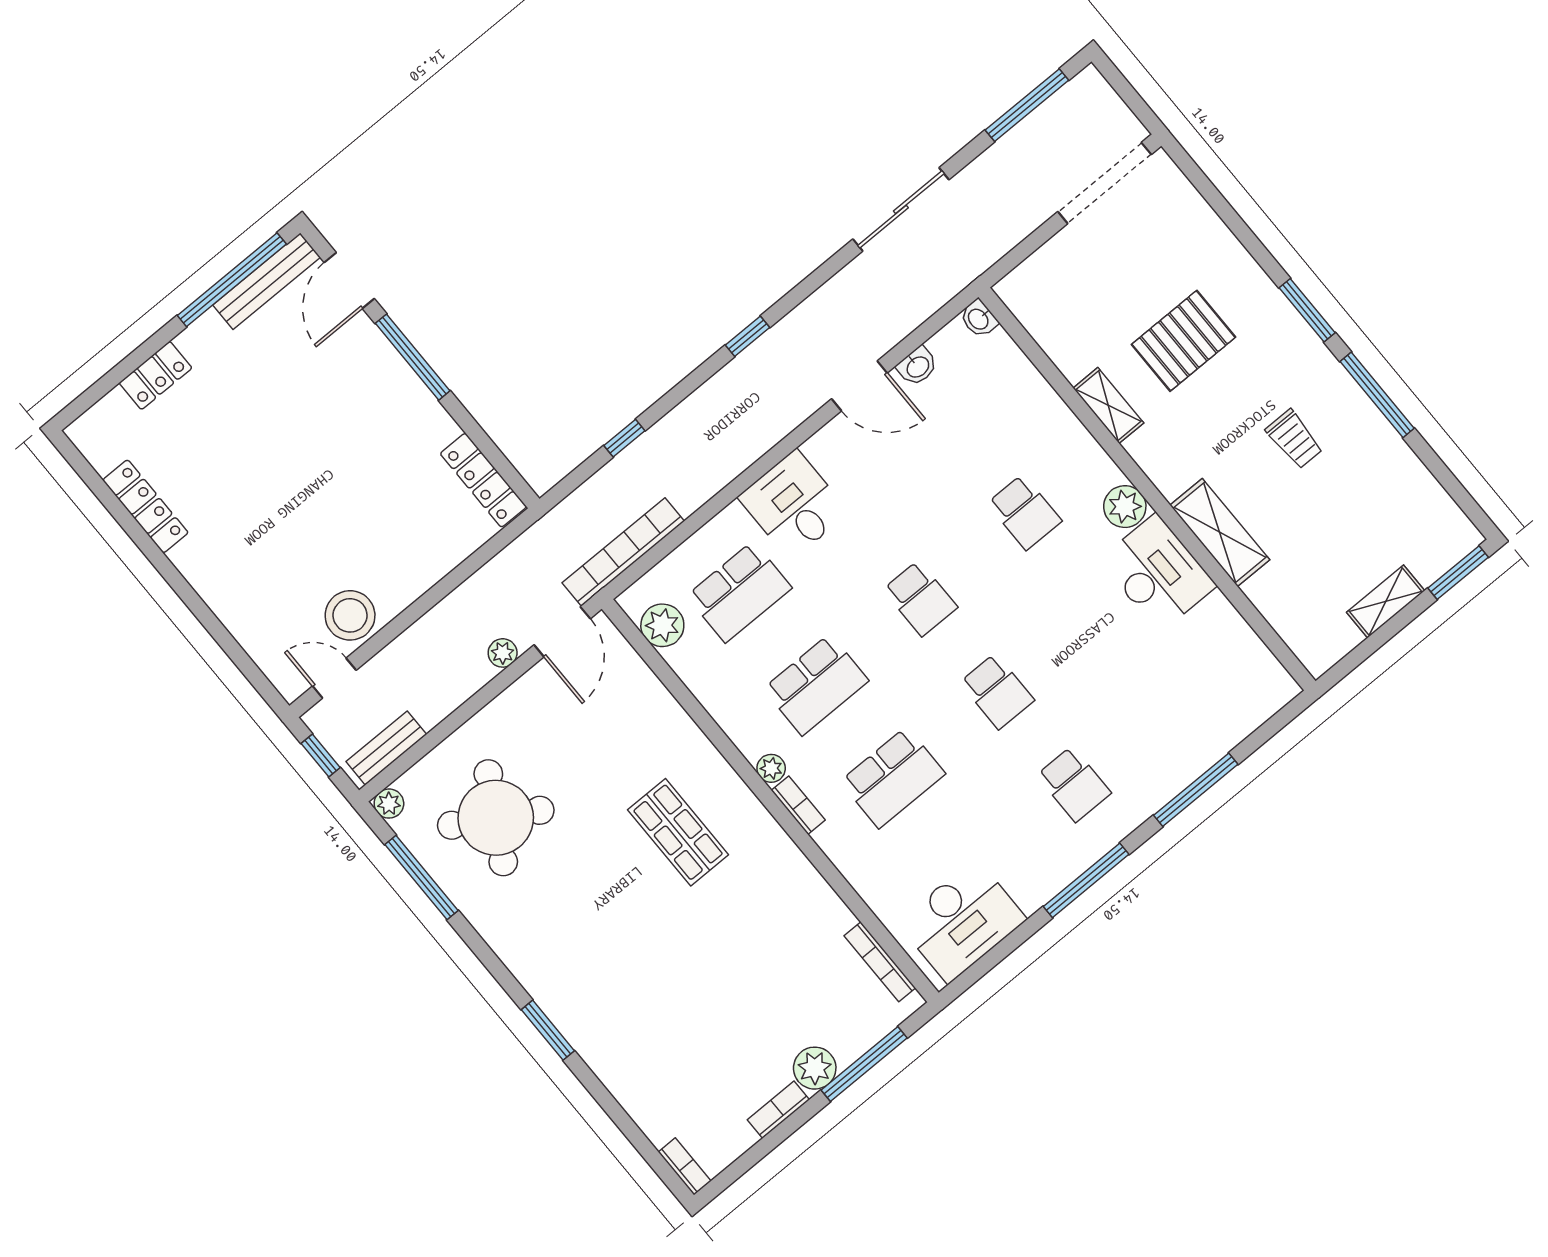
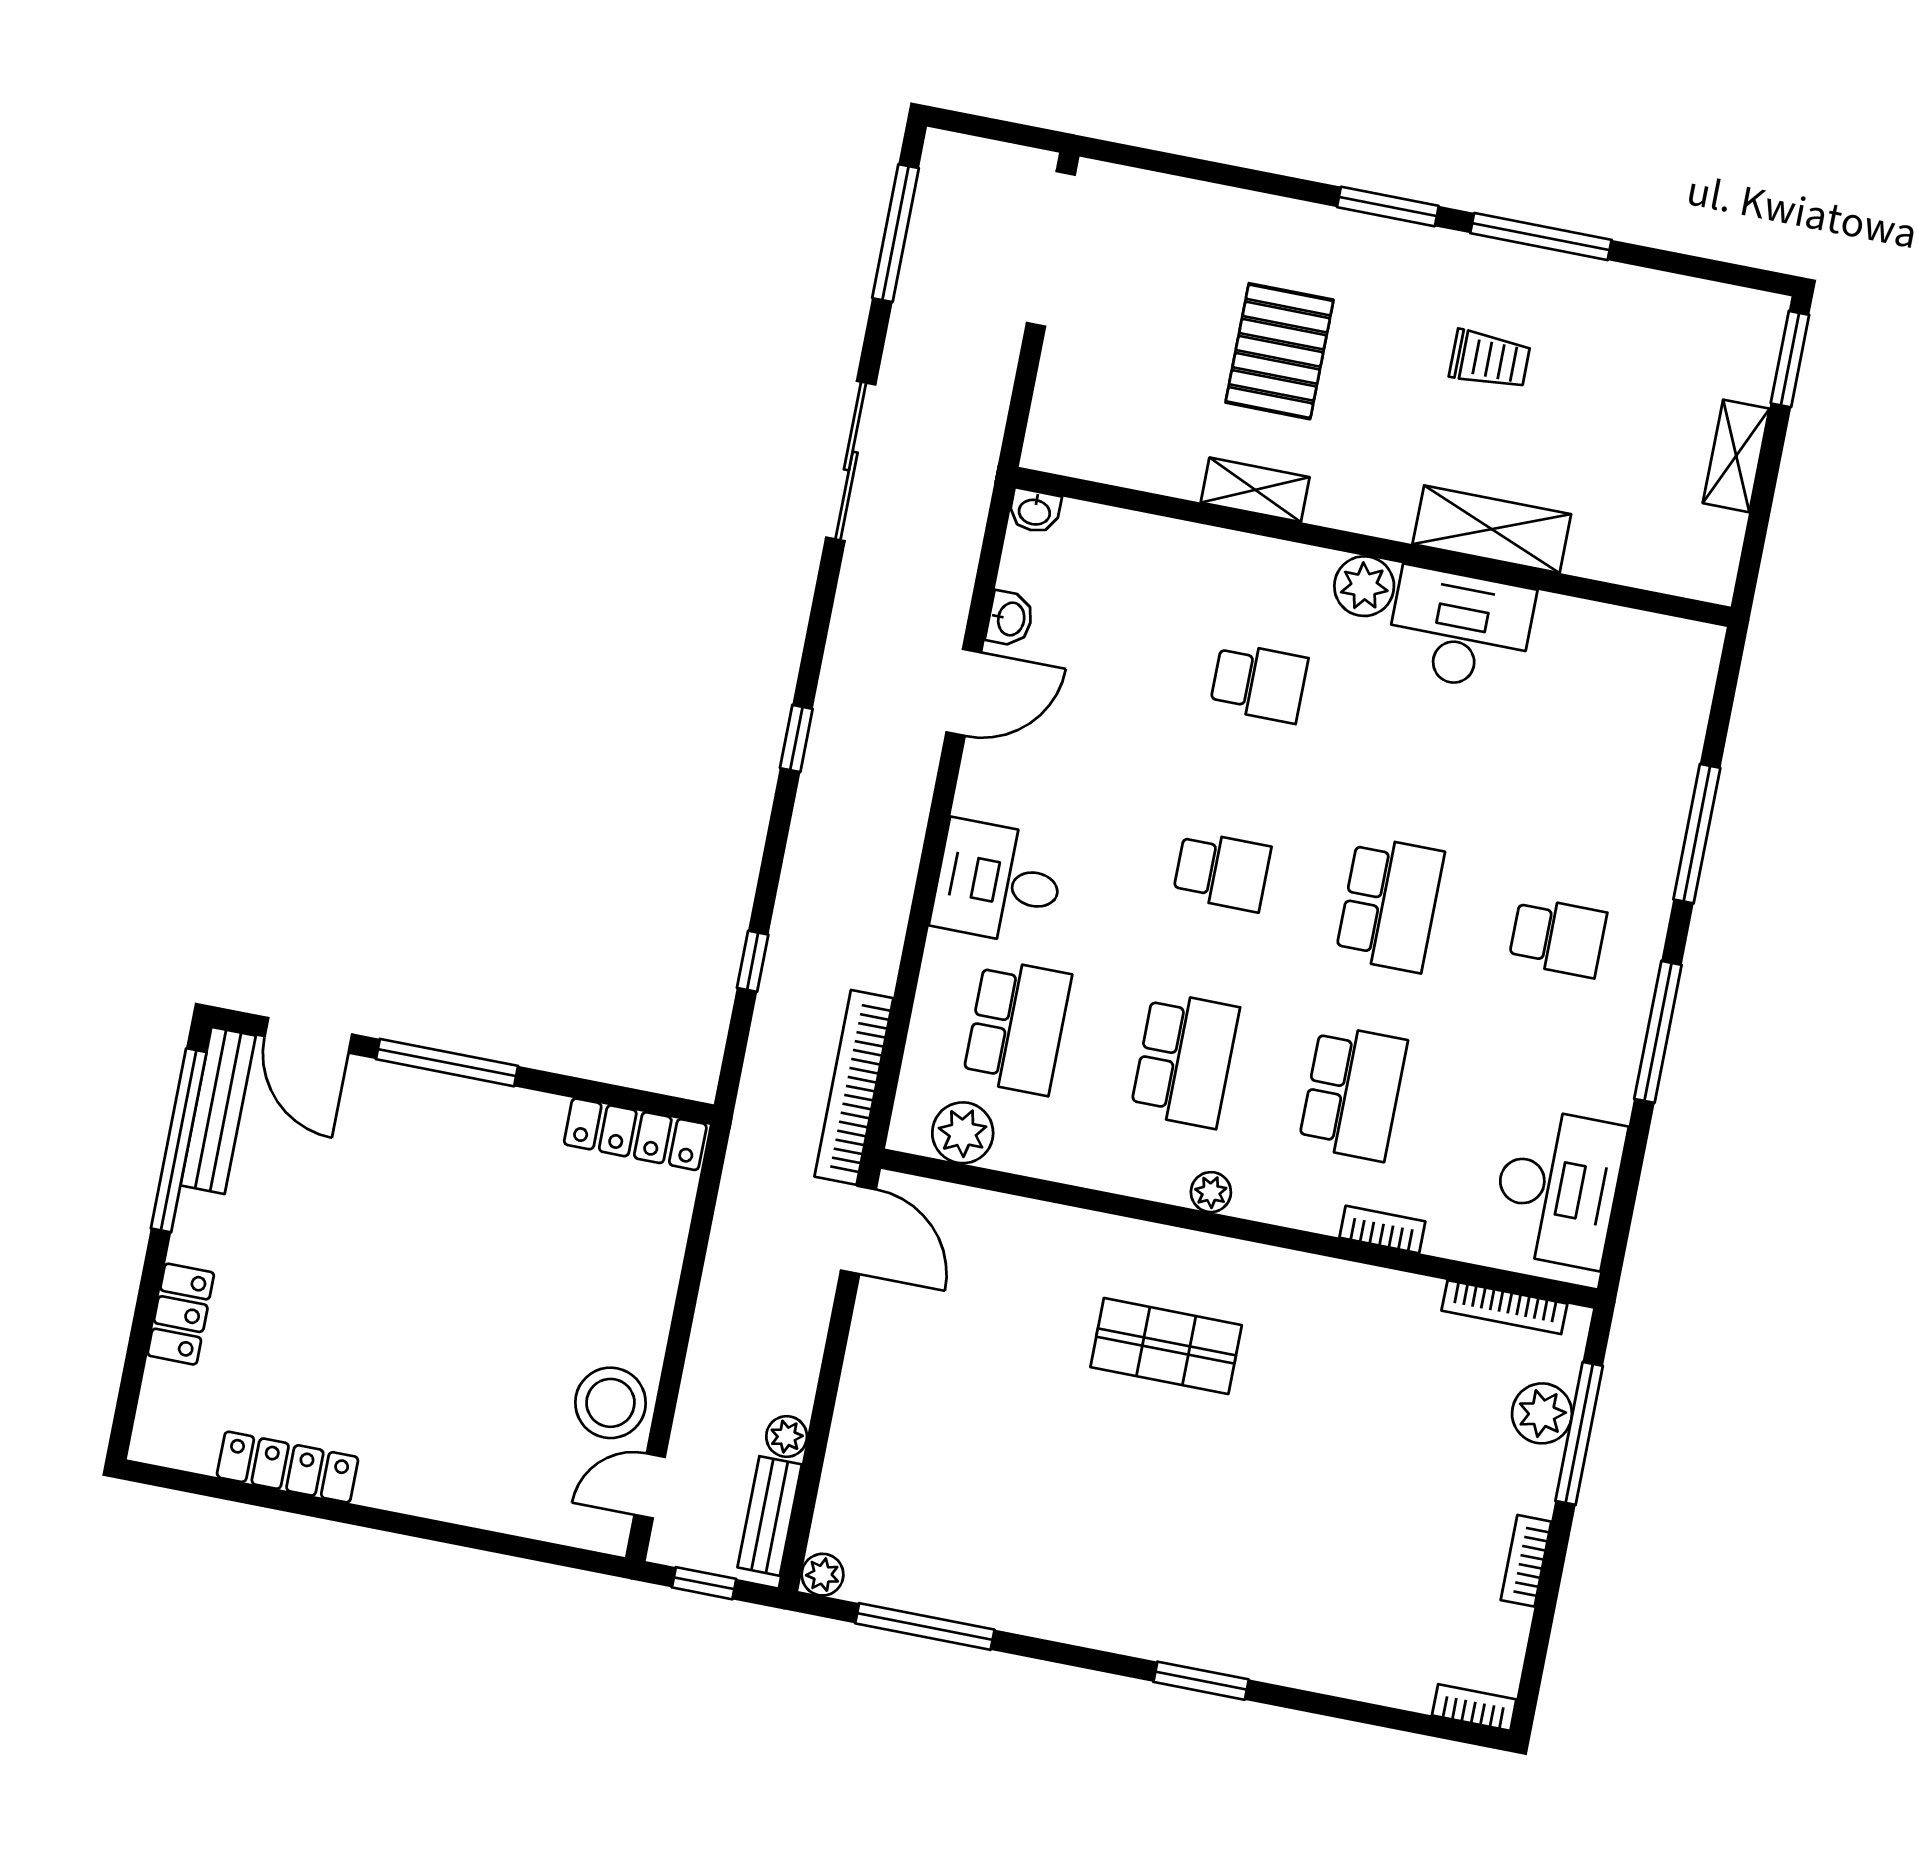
plant: (503, 653) -> (787, 1436), moved
school desk: (997, 691) -> (1390, 904), width x1.85
bookcase: (798, 805) -> (1382, 1230), moved
round table: (496, 818) -> (953, 1494), removed
plant: (815, 1068) -> (1542, 1413), moved

